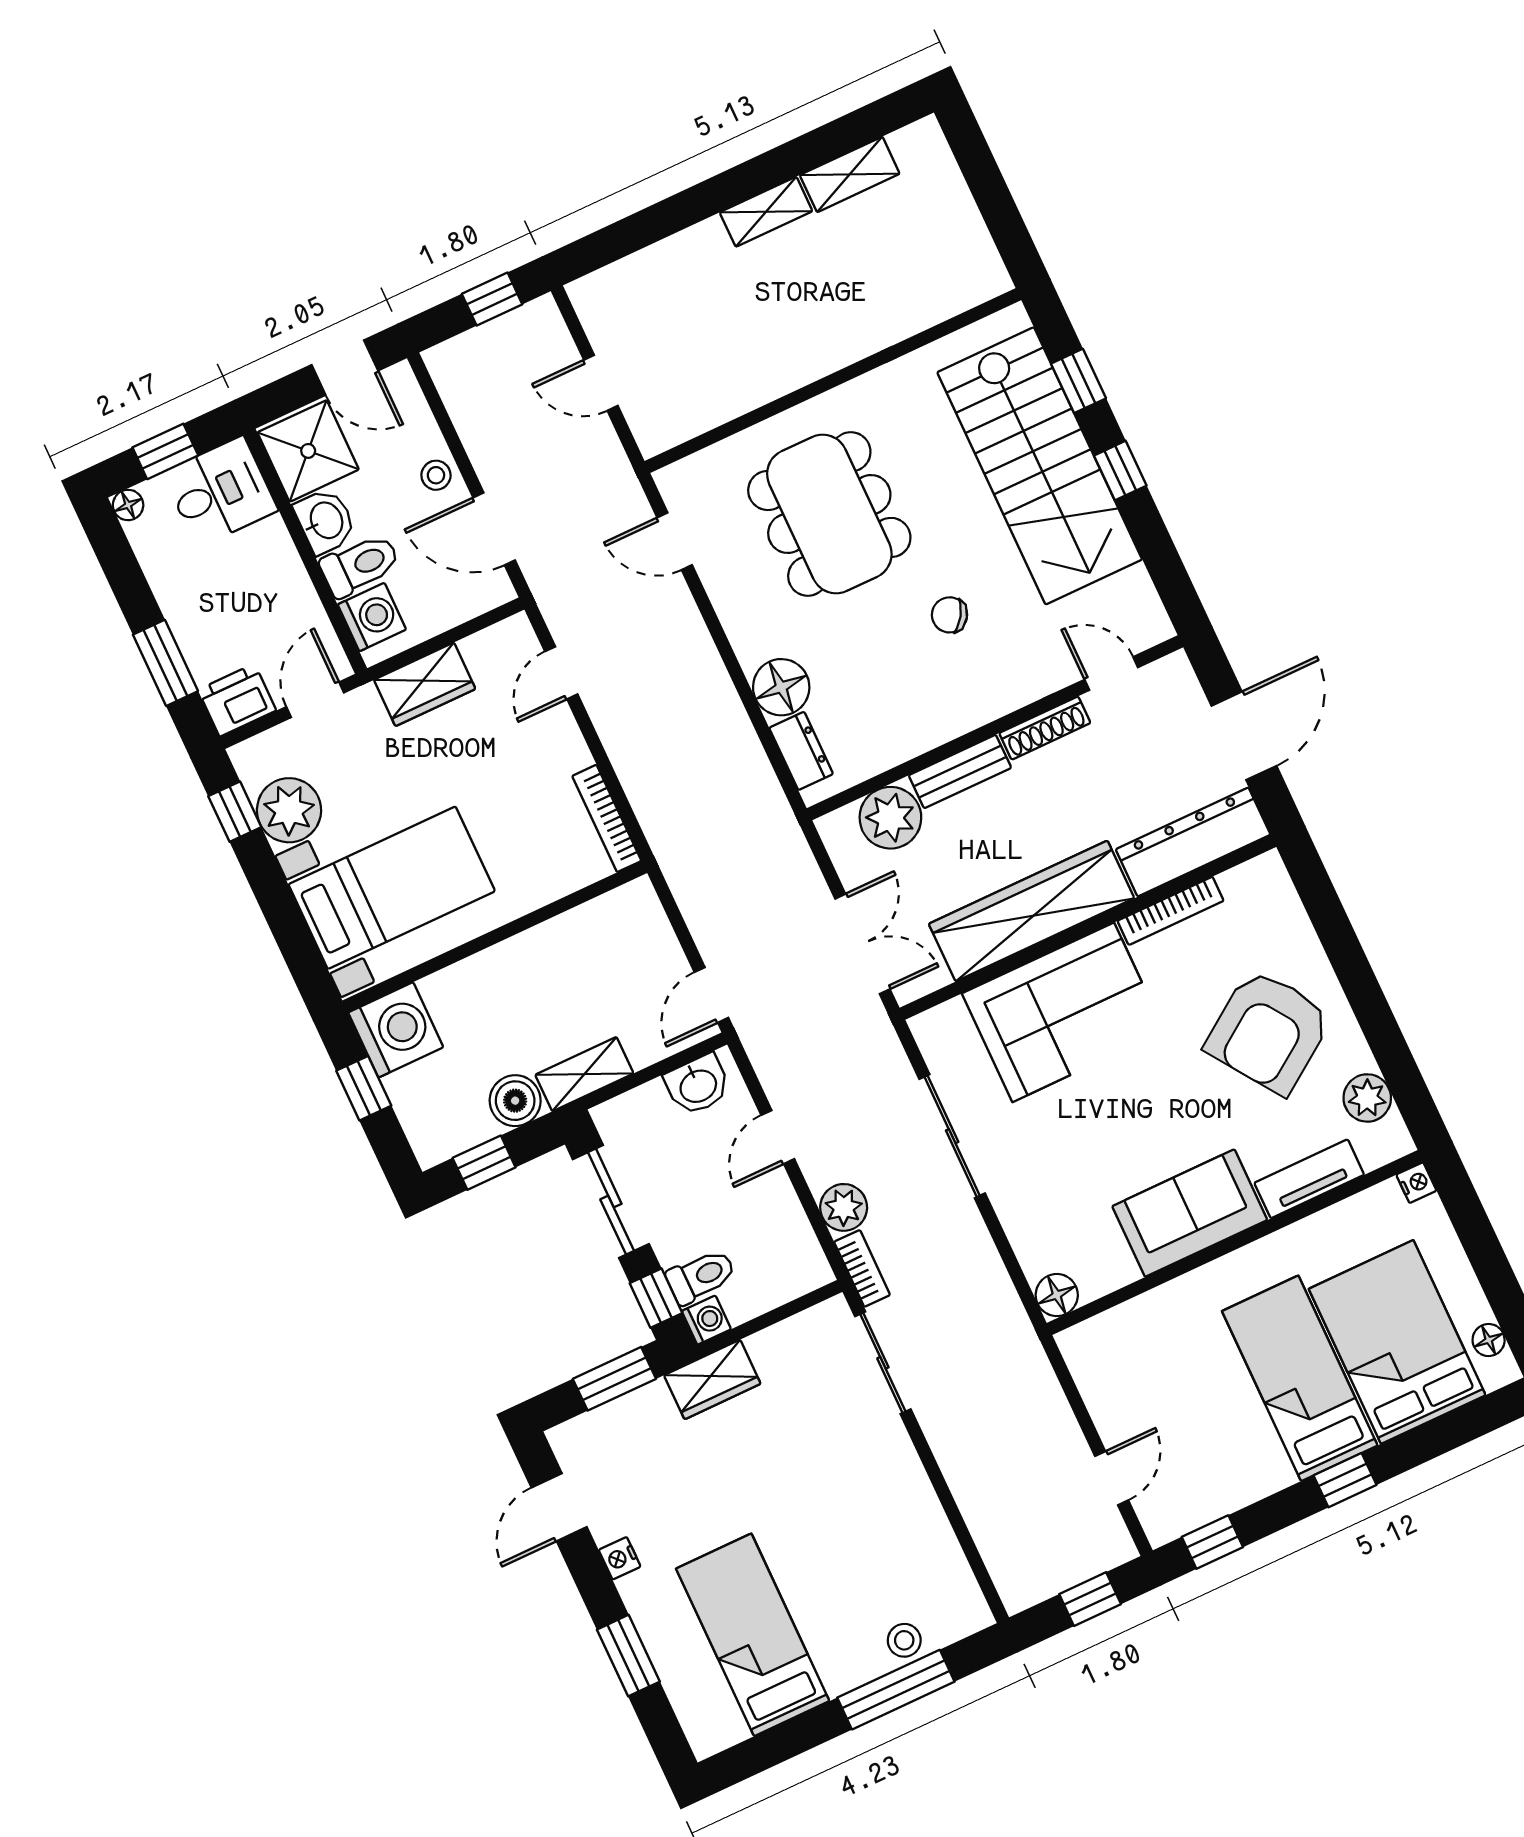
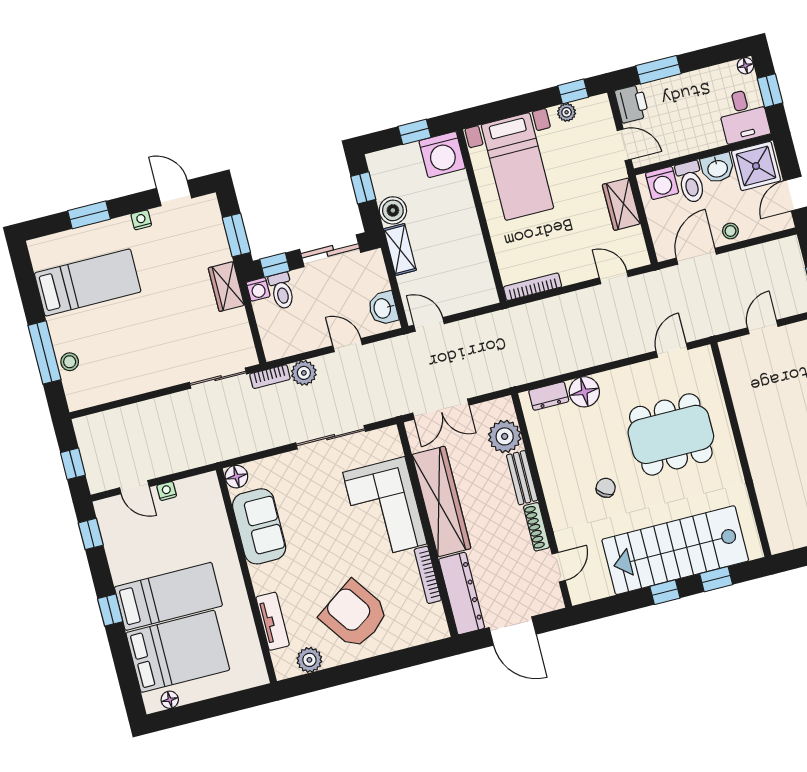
plant: (289, 810) -> (567, 112), width x0.53, depth x0.53
nightstand: (1416, 1183) -> (167, 491), moved, turned 180
sofa: (1190, 1213) -> (259, 526), moved

